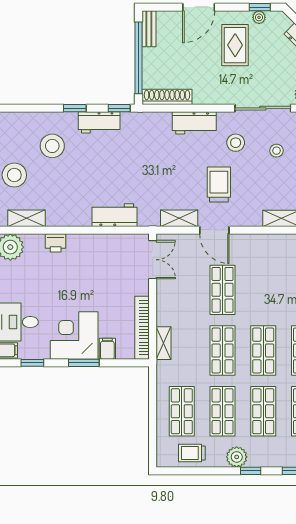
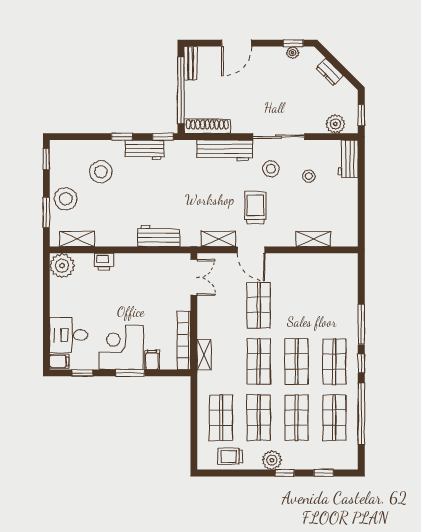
rug: (235, 45) -> (270, 78), removed
sliding door: (263, 108) -> (279, 137), moved
workbench: (194, 123) -> (225, 150), width x1.38

